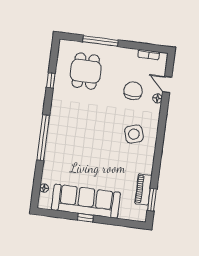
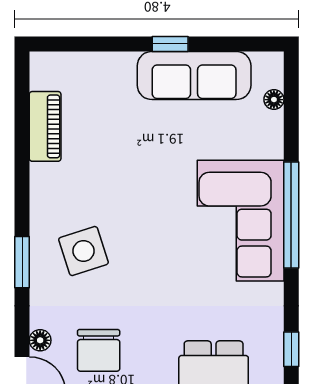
corner sofa: (65, 138) -> (241, 221), added
window: (152, 200) -> (22, 262), moved
sofa: (86, 201) -> (194, 75), width x0.74, depth x0.79

